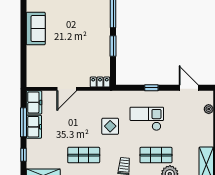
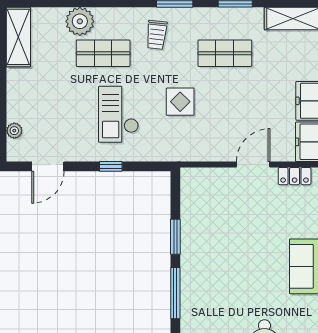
locker: (100, 82) -> (295, 176), moved
door: (189, 88) -> (48, 166), hinge flipped
checkout: (147, 119) -> (119, 114), turned 90

